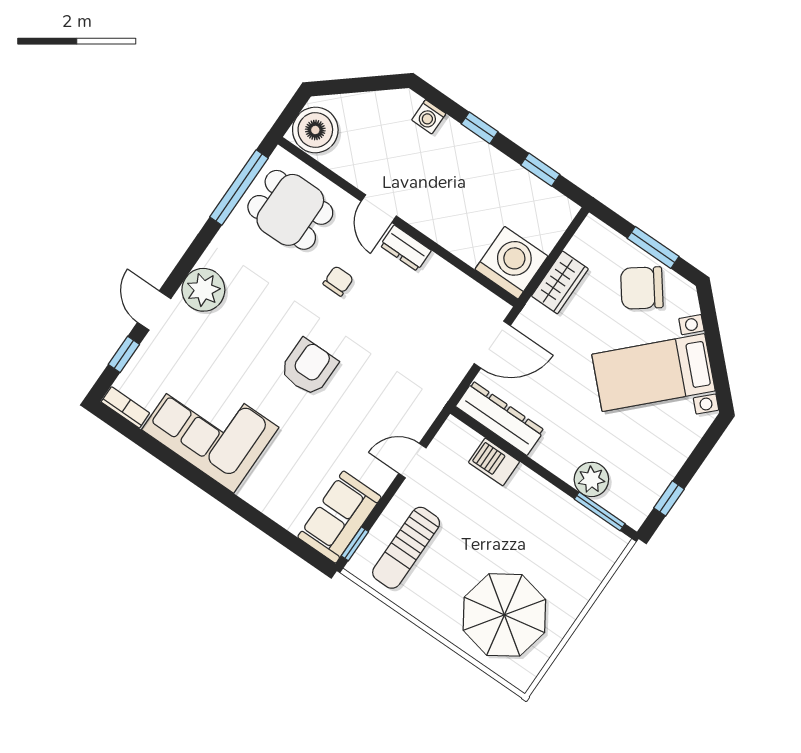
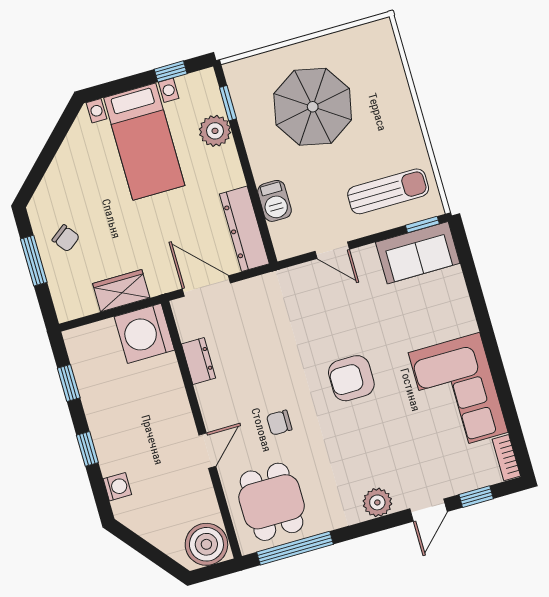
dresser: (406, 248) -> (199, 361), moved
chair: (642, 288) -> (66, 238), width x0.54, depth x0.54
plant: (203, 290) -> (377, 502), width x0.73, depth x0.73
bed with nightstands: (653, 373) -> (144, 142), moved, turned 45
window: (600, 511) -> (228, 103), width x0.67
parasol: (504, 615) -> (313, 107), moved

